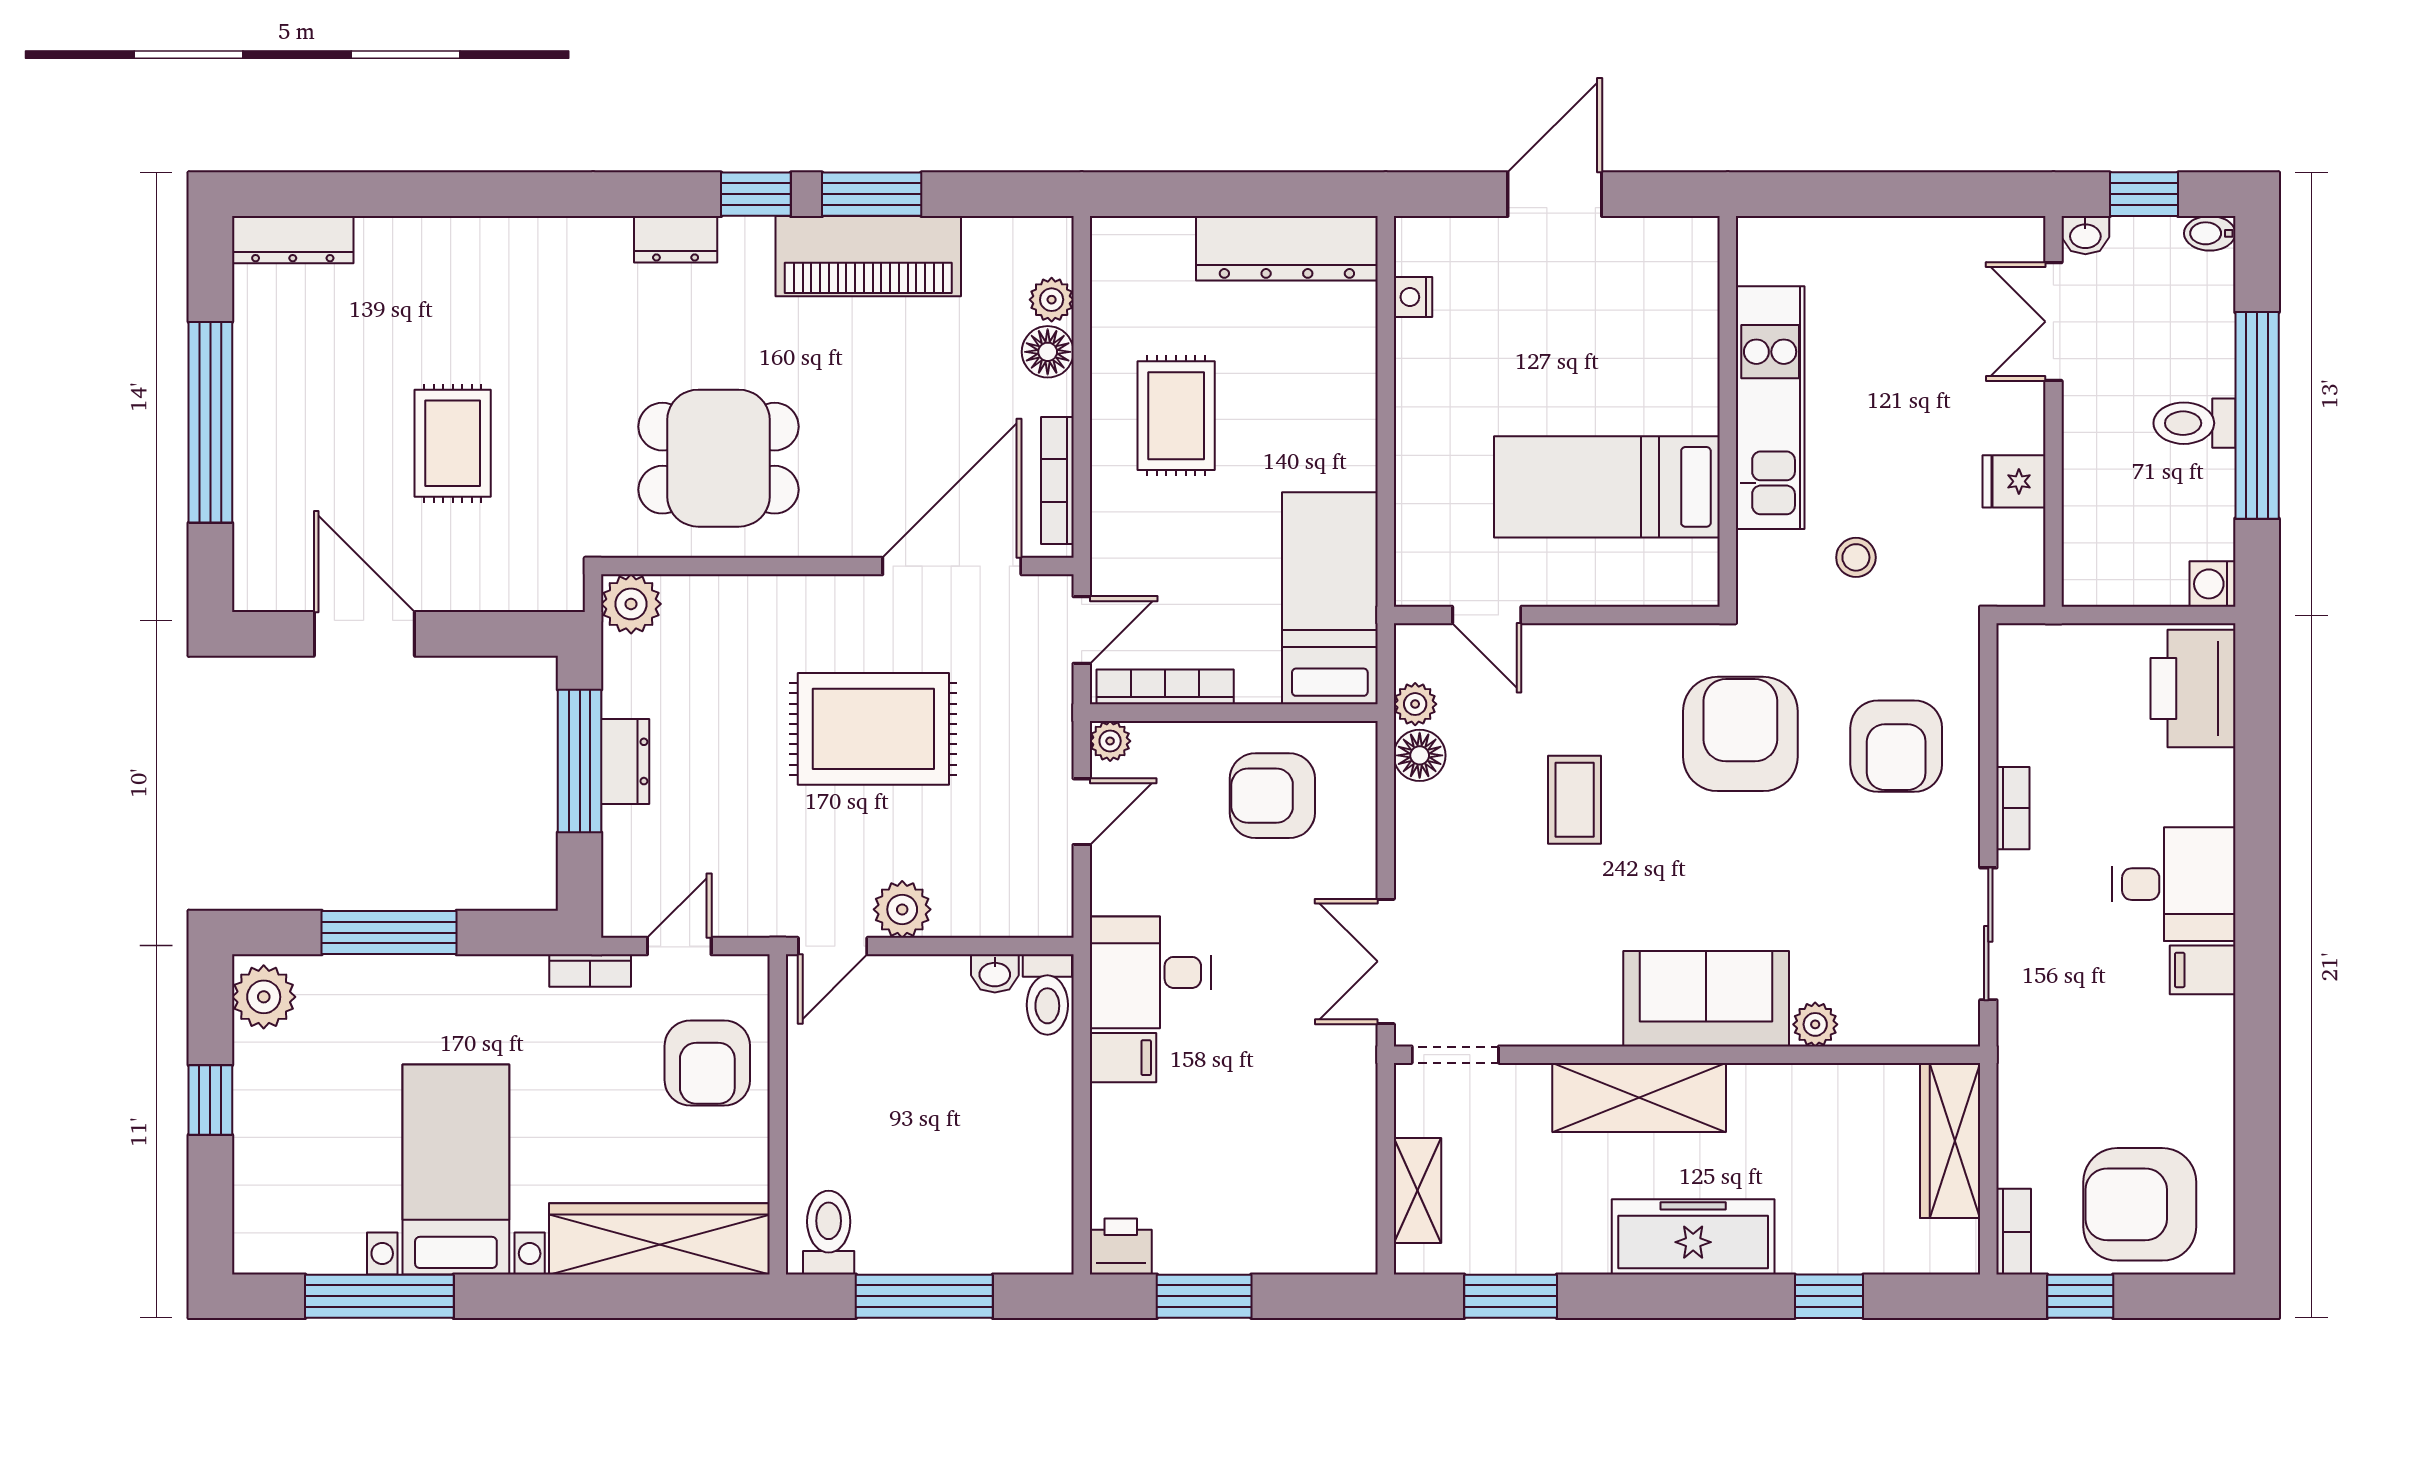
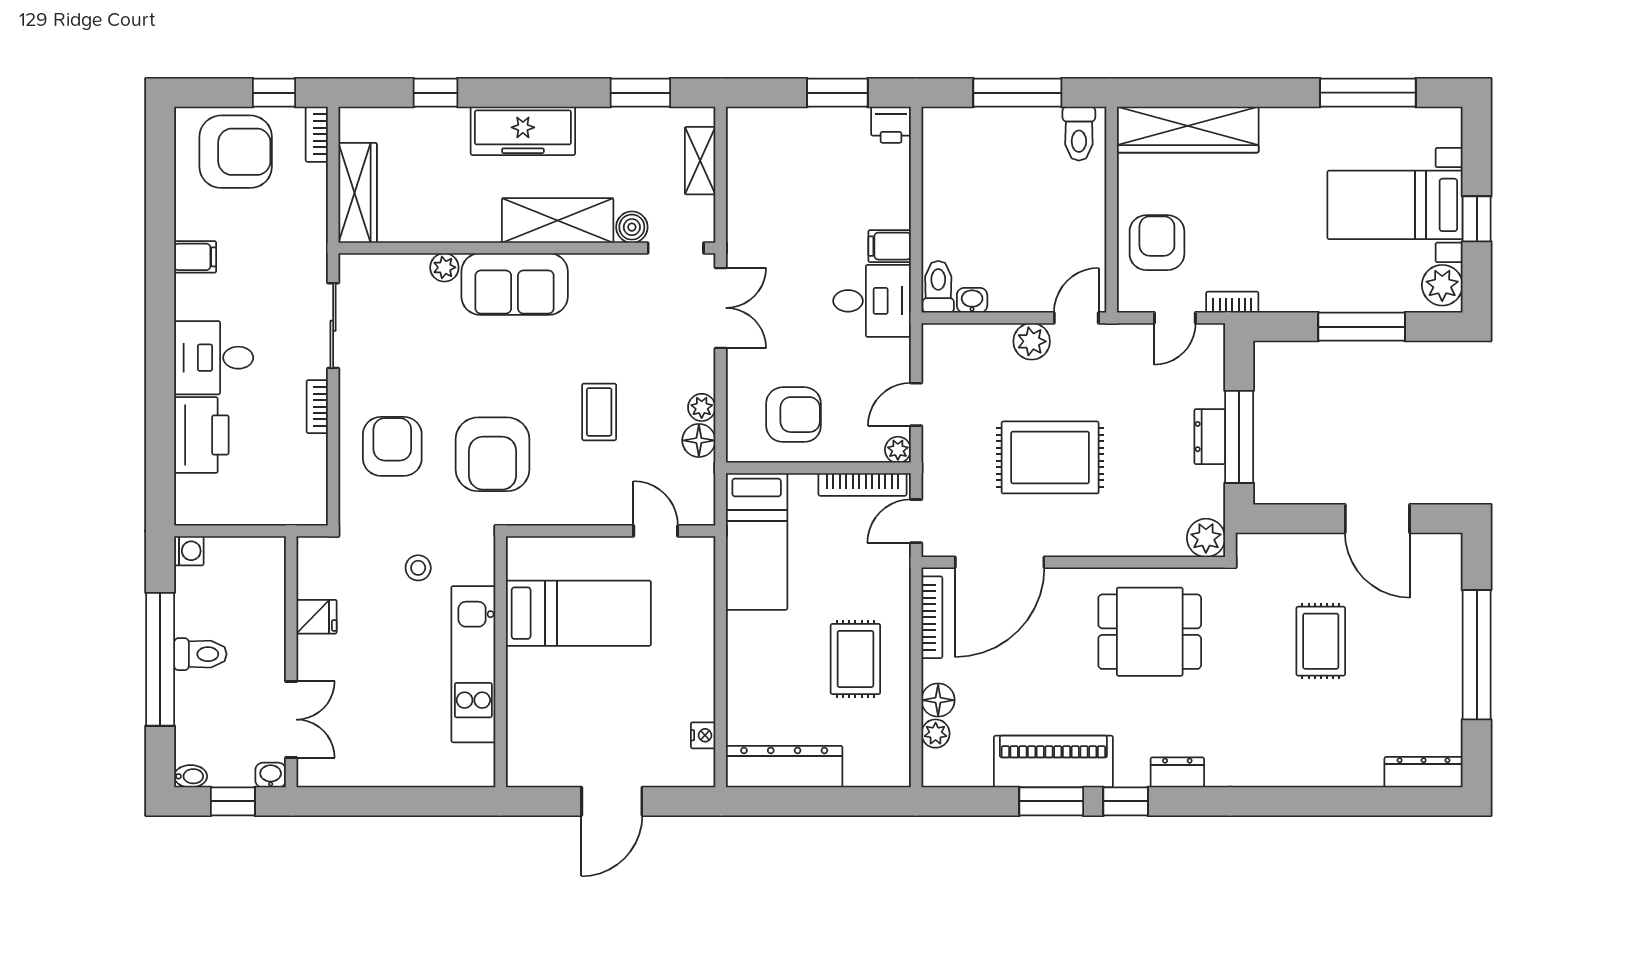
printer: (2193, 688) -> (201, 435), moved
plant: (1415, 704) -> (702, 407), moved
filing cabinet: (2203, 970) -> (195, 257), moved
boiler: (1524, 1087) -> (632, 227), added
bed with nightstands: (456, 1169) -> (1395, 205), moved, turned 90

